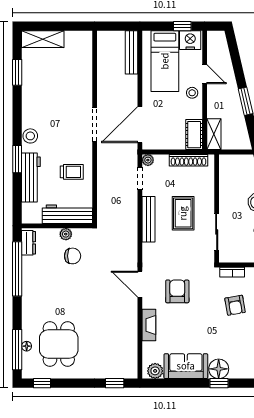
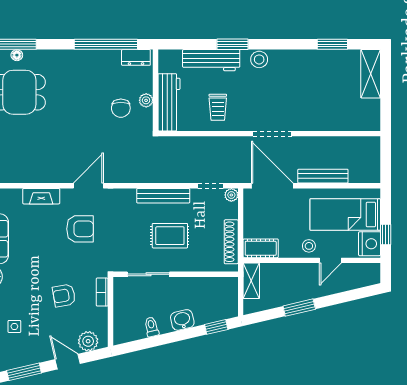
bench: (132, 52) -> (323, 176), moved
shelving: (214, 134) -> (251, 281), moved, turned 90

